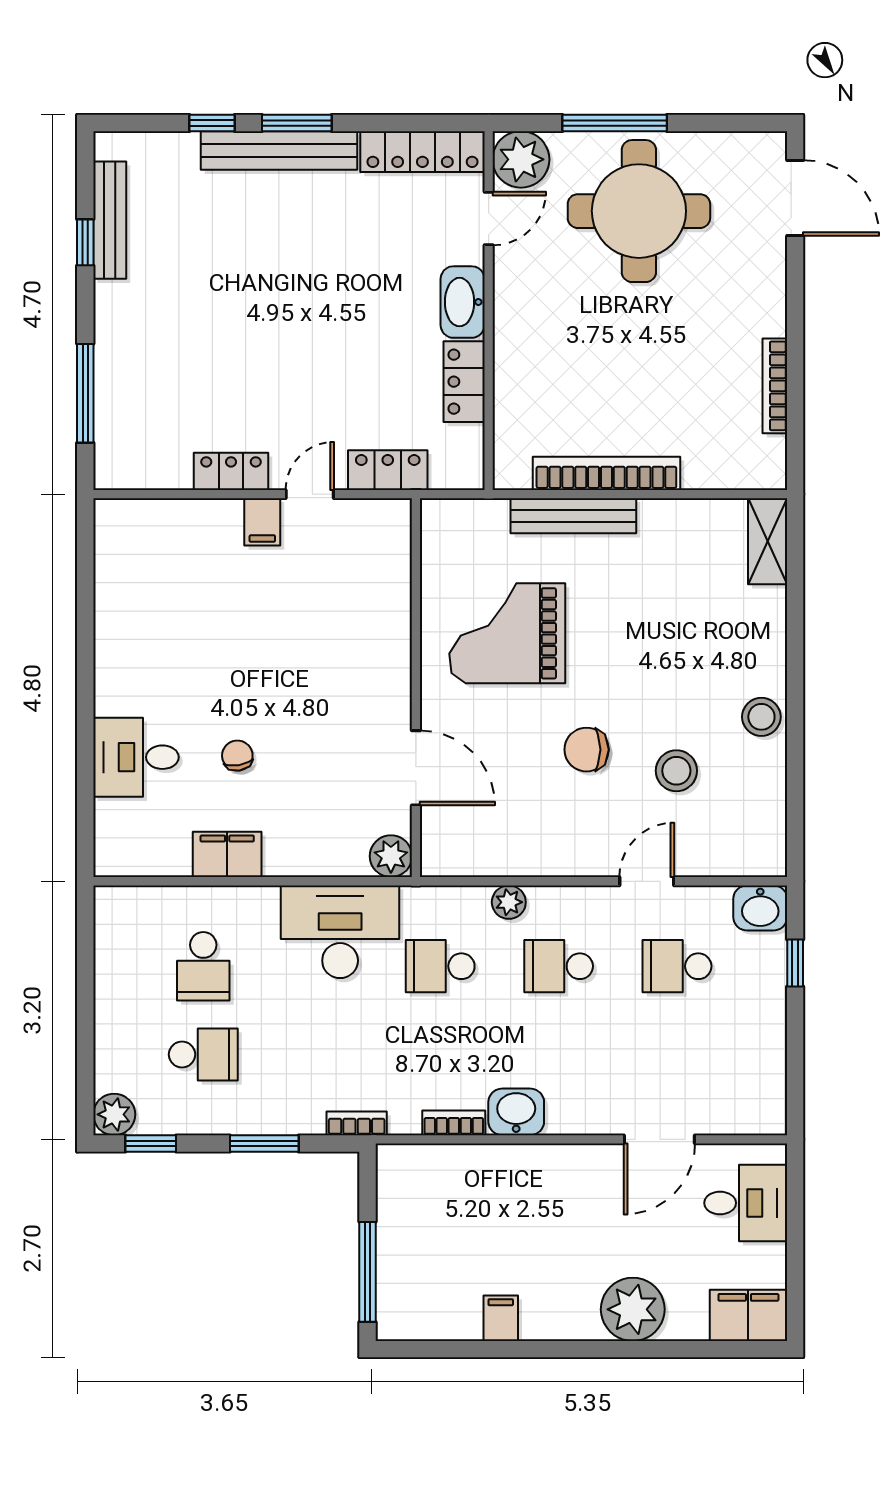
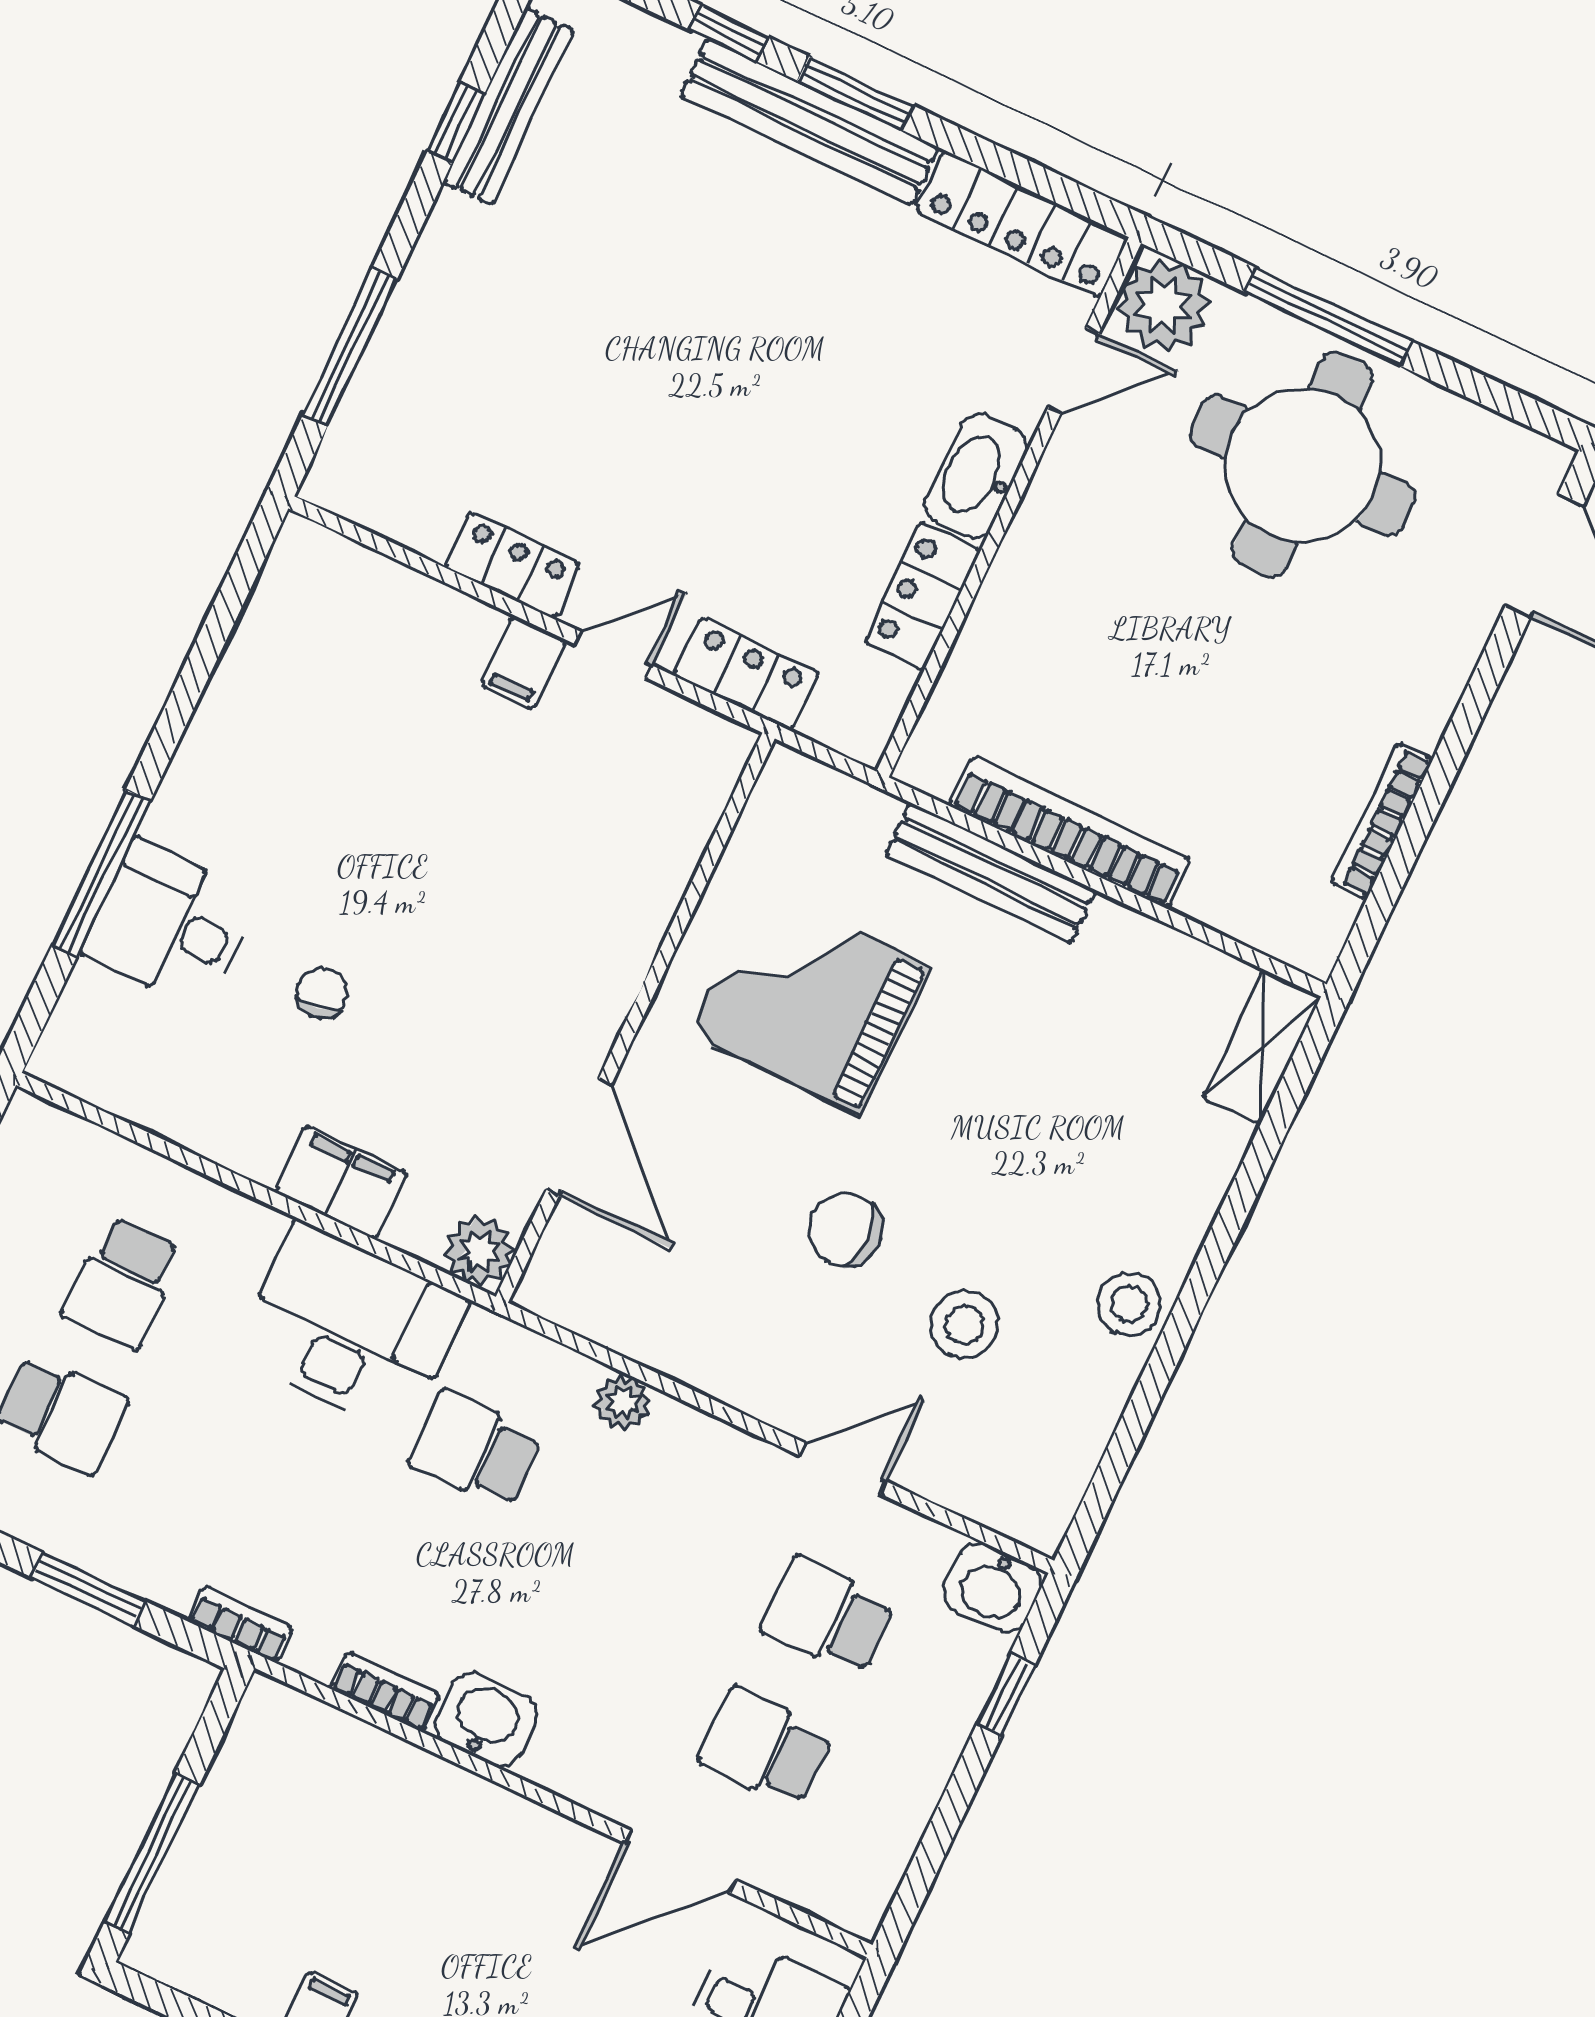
window: (85, 747) -> (101, 873), added
filing cabinet: (227, 854) -> (341, 1182), moved
school desk: (559, 966) -> (766, 1747), moved

